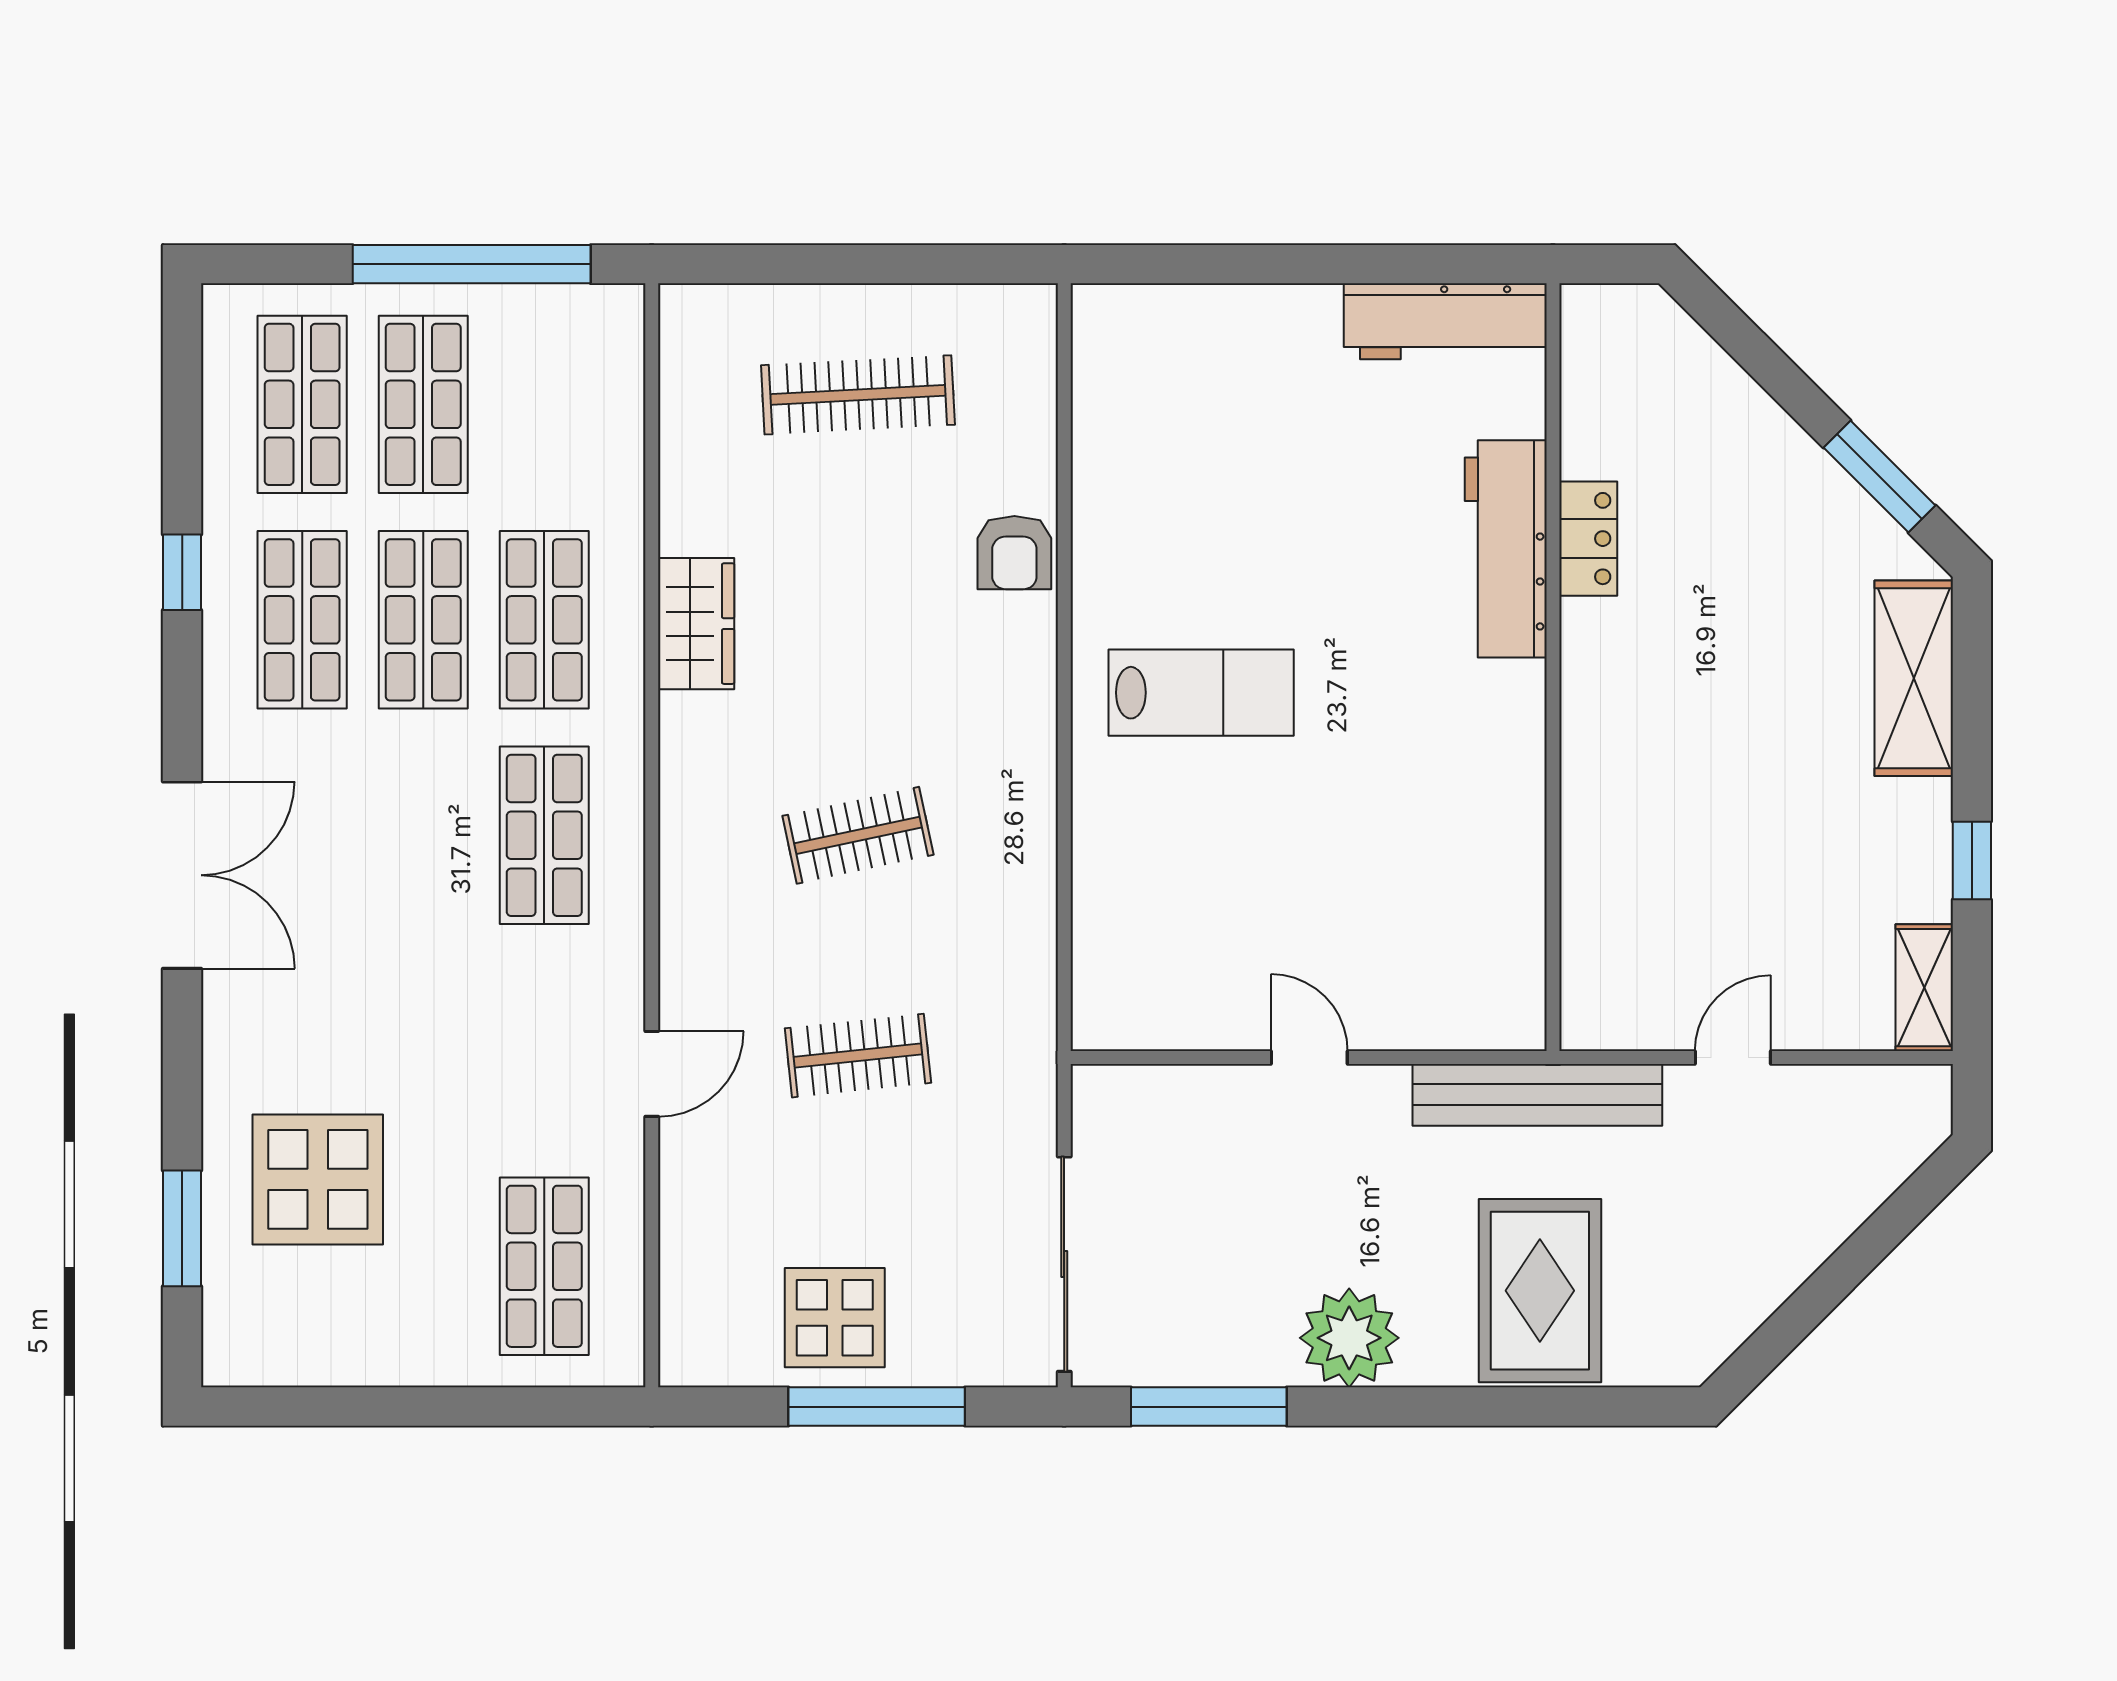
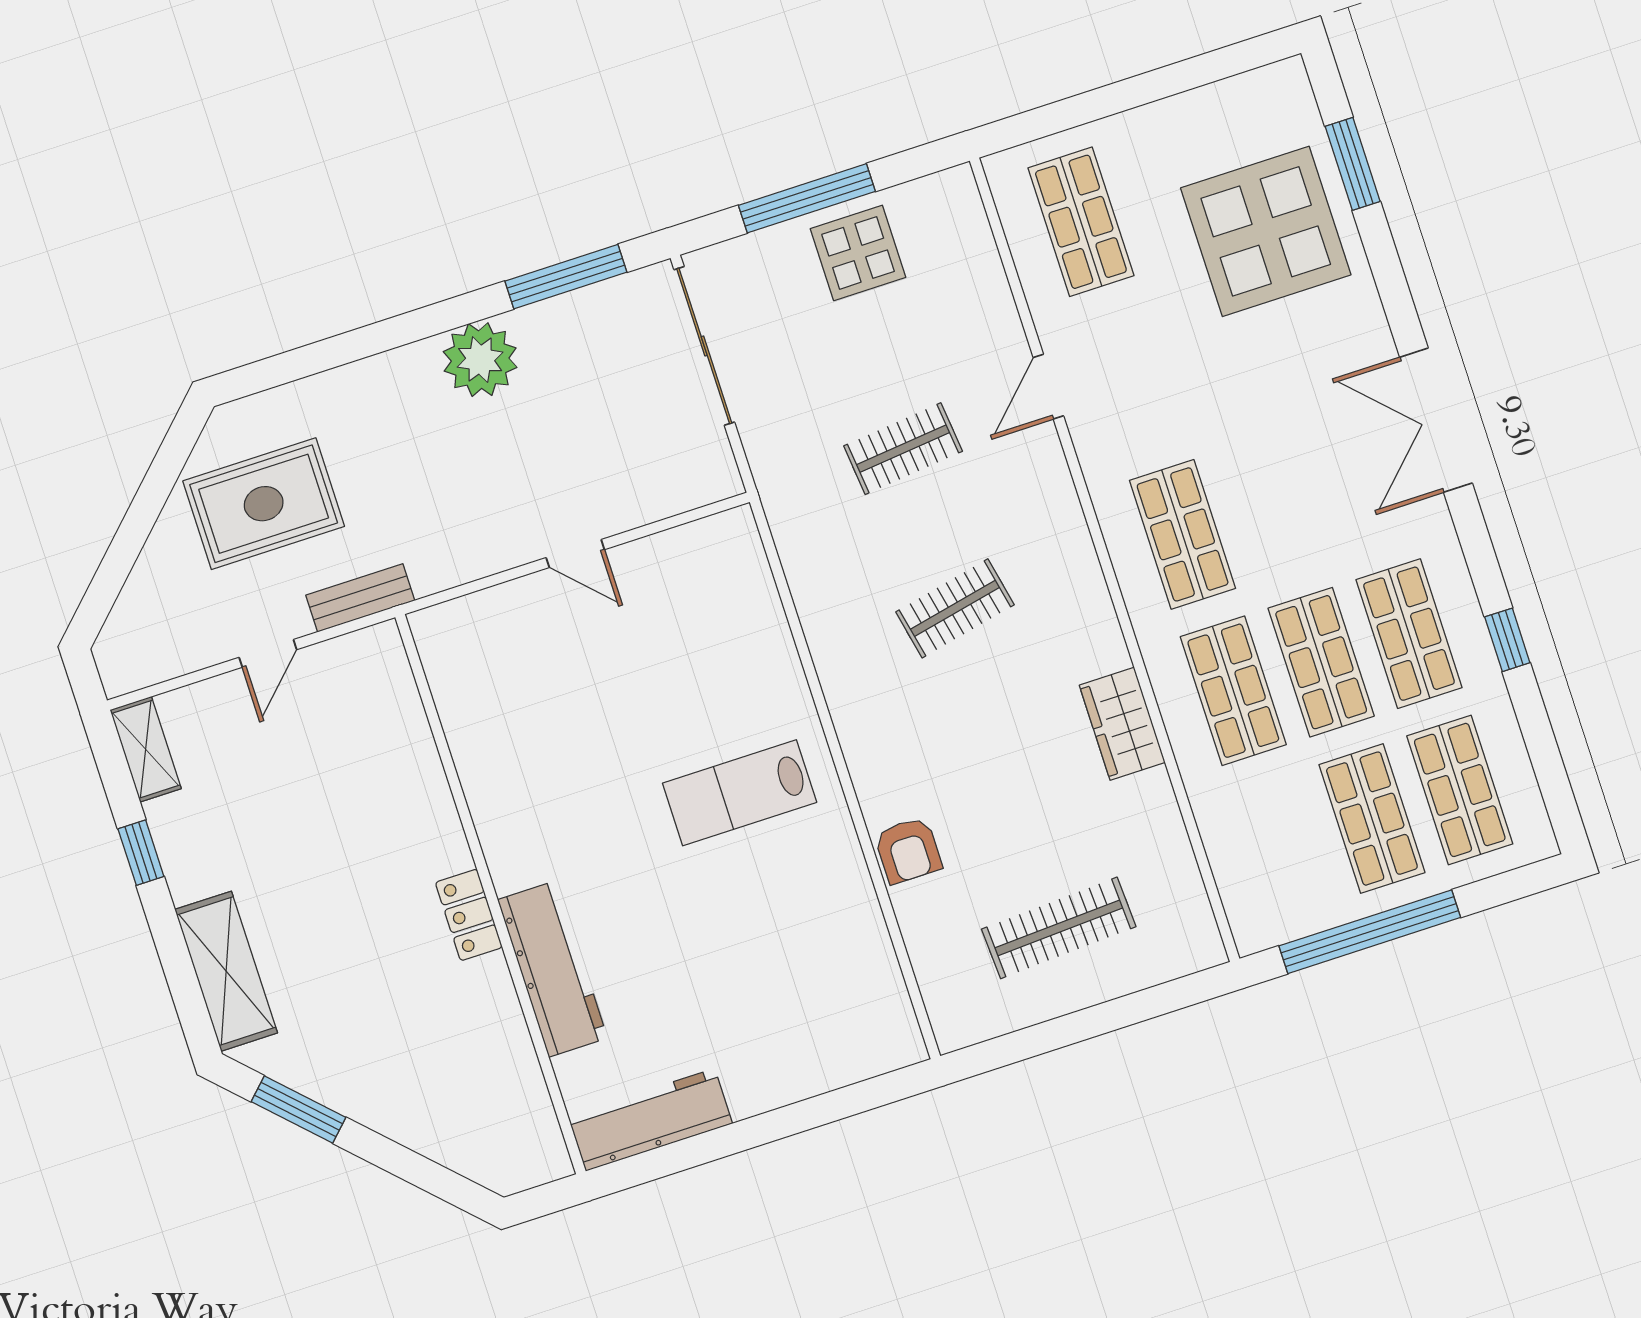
locker: (1588, 539) -> (469, 915), moved
armchair: (1014, 553) -> (908, 850), turned 180
bench: (1537, 1095) -> (360, 598), width x0.54, depth x0.82
display table: (318, 1179) -> (1266, 231), width x1.36, depth x1.36
rug: (1540, 1291) -> (264, 504), moved, turned 90

